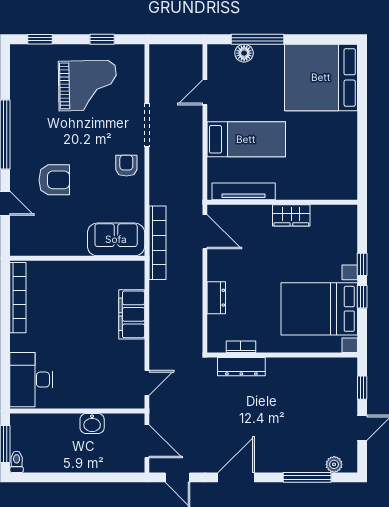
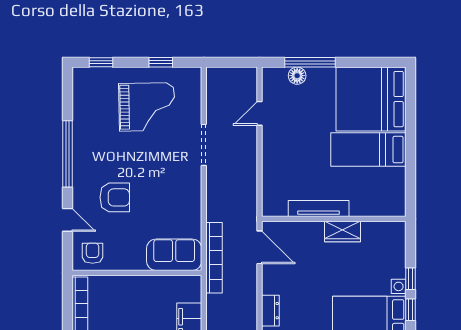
bed: (246, 139) -> (368, 150), moved, turned 180
armchair: (126, 166) -> (93, 253), moved
tv unit: (244, 191) -> (319, 209), moved

